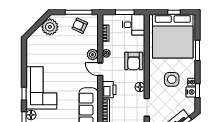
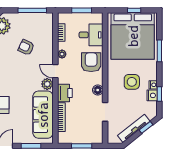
desk: (134, 25) -> (91, 35), moved
armchair: (80, 26) -> (26, 47), moved
plant: (93, 55) -> (47, 84), moved
armchair: (134, 61) -> (91, 62), turned 180

